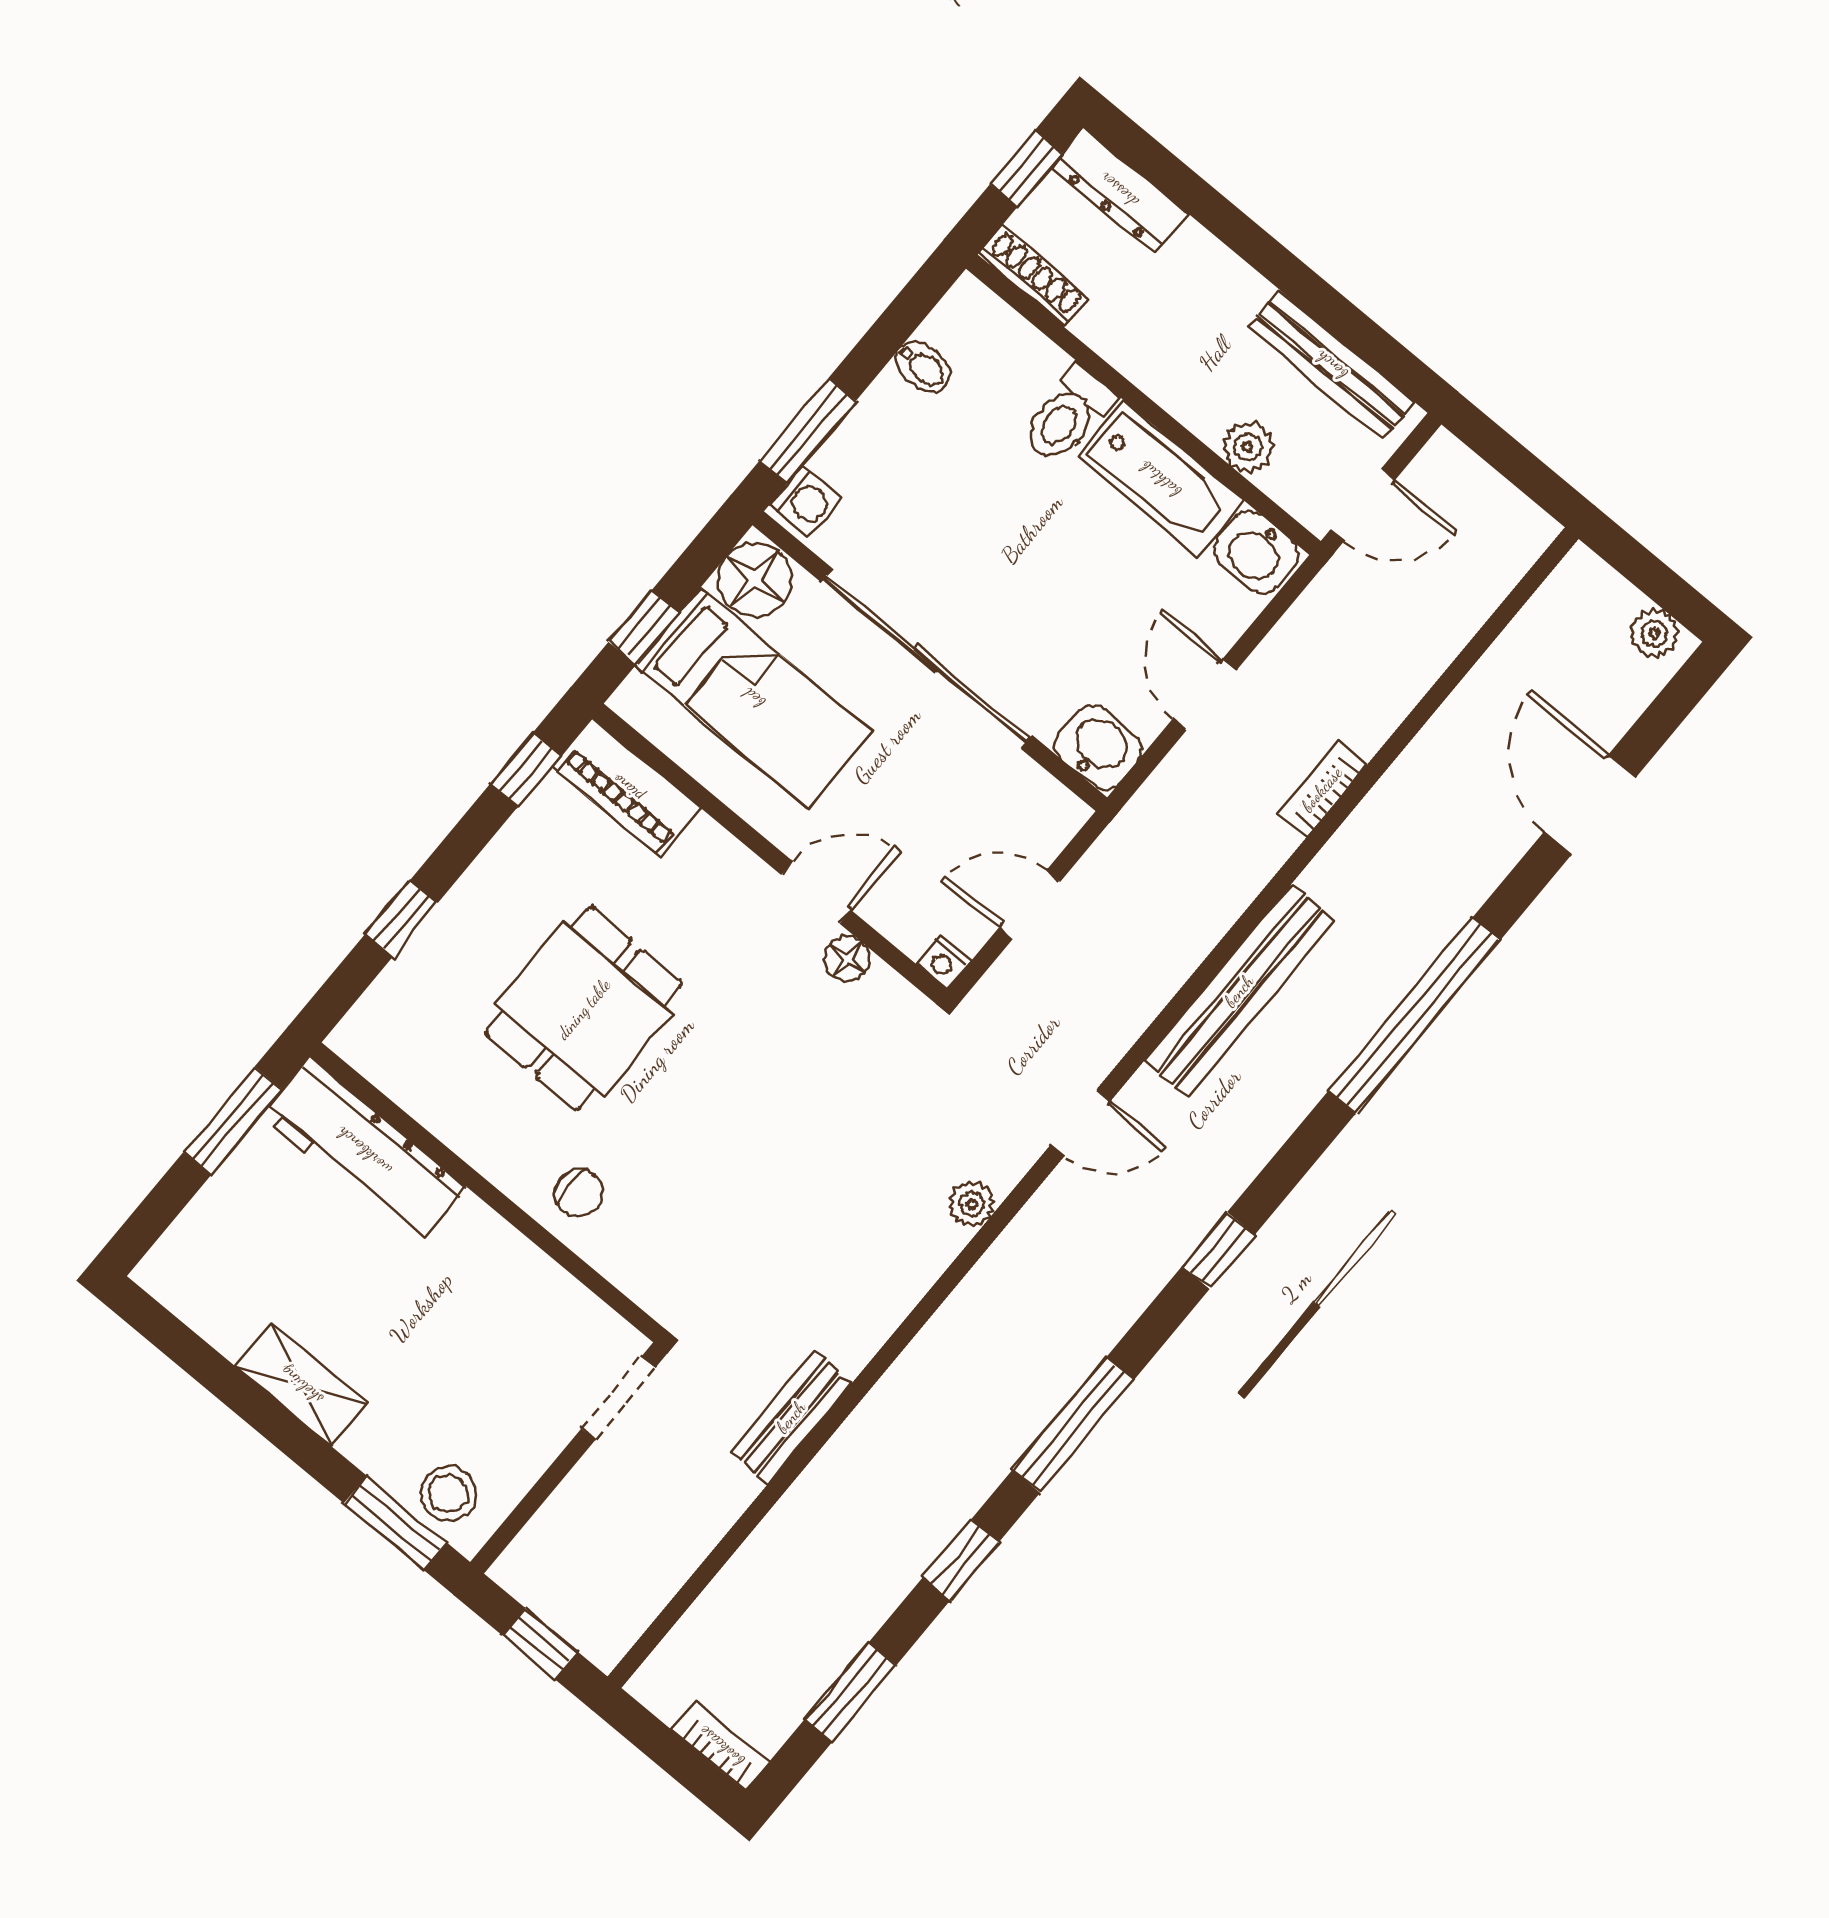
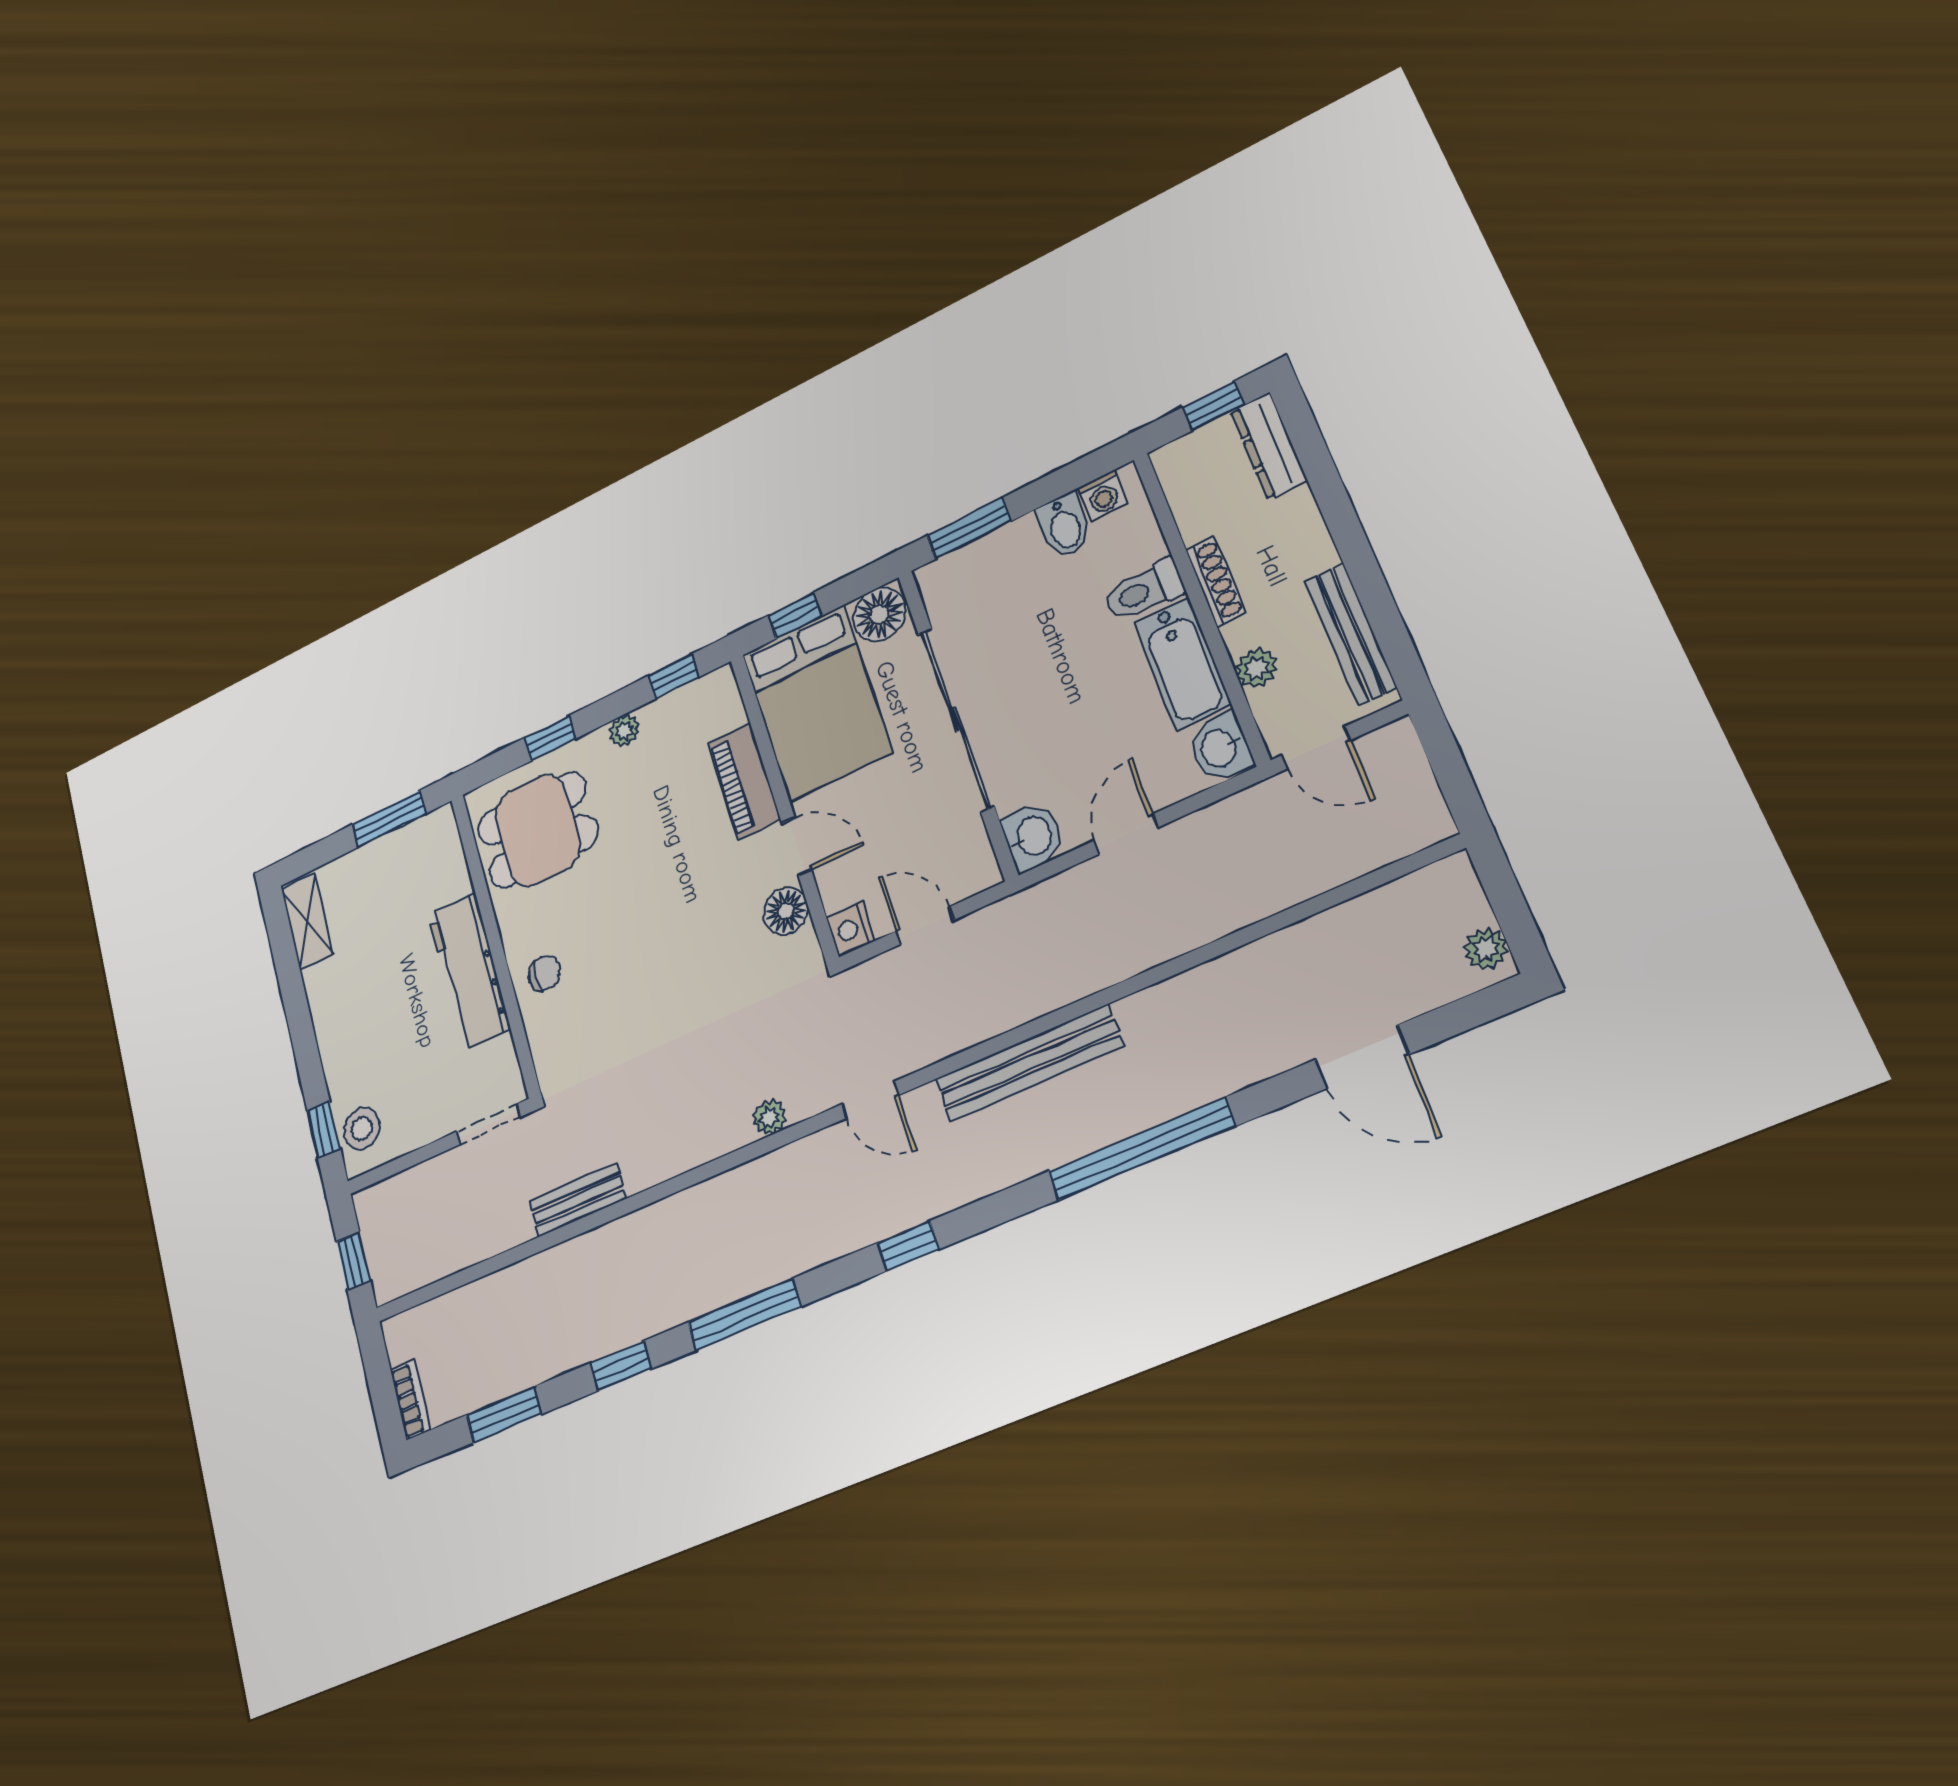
shoe rack: (1033, 276) -> (1216, 582), moved
bidet: (923, 367) -> (1064, 526), width x1.38, depth x1.36
washing machine: (806, 501) -> (1103, 495), moved
bed: (754, 698) -> (817, 703), width x1.50
piano: (627, 788) -> (744, 781), moved
bookcase: (1322, 789) -> (1170, 944), removed
door: (1590, 804) -> (1362, 1057), swing flipped
plant: (500, 864) -> (624, 731), added
floor lamp: (847, 959) -> (786, 911), width x1.37, depth x1.37
nightstand: (944, 962) -> (851, 929), width x1.39, depth x1.35
dining table: (584, 1009) -> (538, 830), moved
workbench: (364, 1151) -> (469, 971), moved
chair: (579, 1193) -> (545, 973), turned -90
shelving: (301, 1385) -> (307, 922), moved
window: (395, 1523) -> (324, 1130), width x0.67

